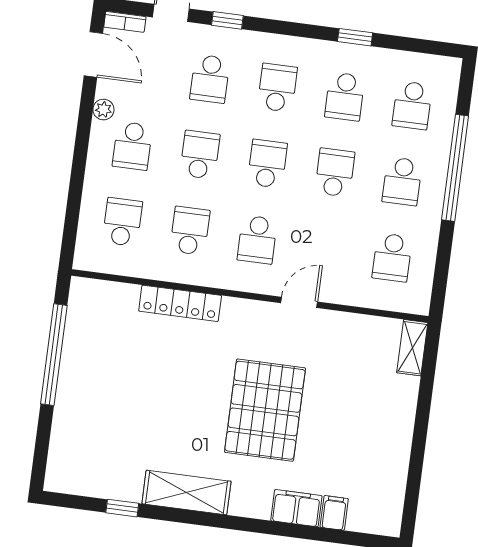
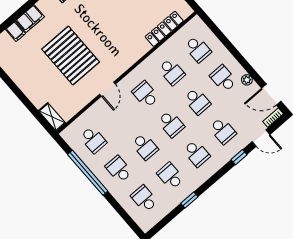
school desk: (210, 79) -> (223, 131), turned 180
window: (455, 168) -> (88, 173), moved
school desk: (392, 257) -> (93, 140), turned 180
locker: (180, 303) -> (164, 29), moved
pallet: (265, 410) -> (71, 56), moved

